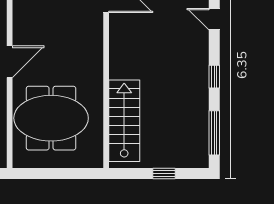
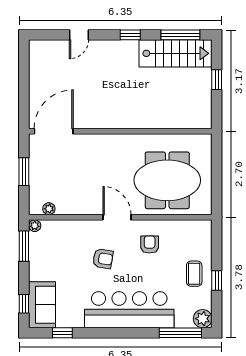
meeting table: (51, 118) -> (167, 180), turned 90
stairs: (124, 121) -> (175, 53), moved, turned 180

